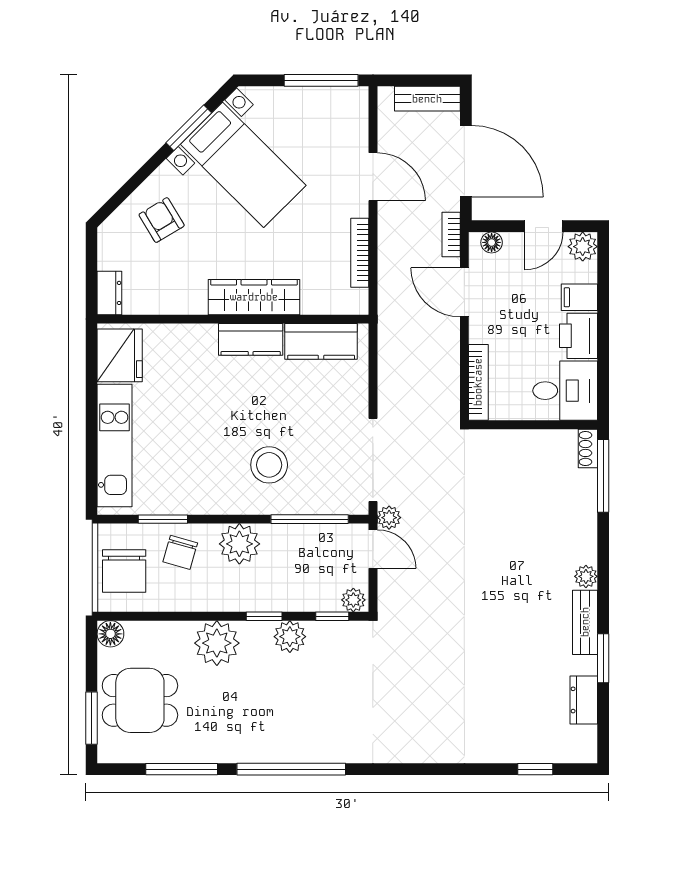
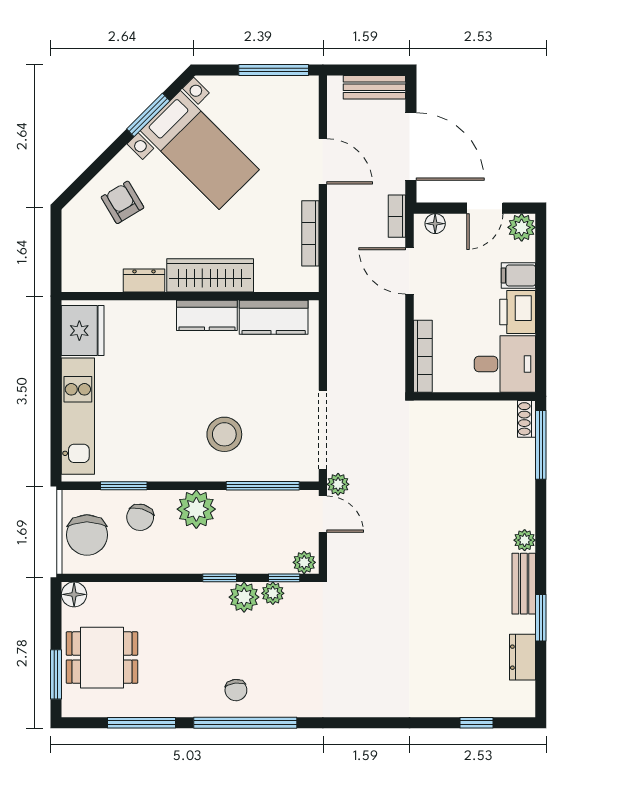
dresser: (109, 293) -> (144, 280), moved, turned -90
plant: (217, 643) -> (273, 593), moved, width x0.53, depth x0.53
chair: (281, 735) -> (236, 690), added

